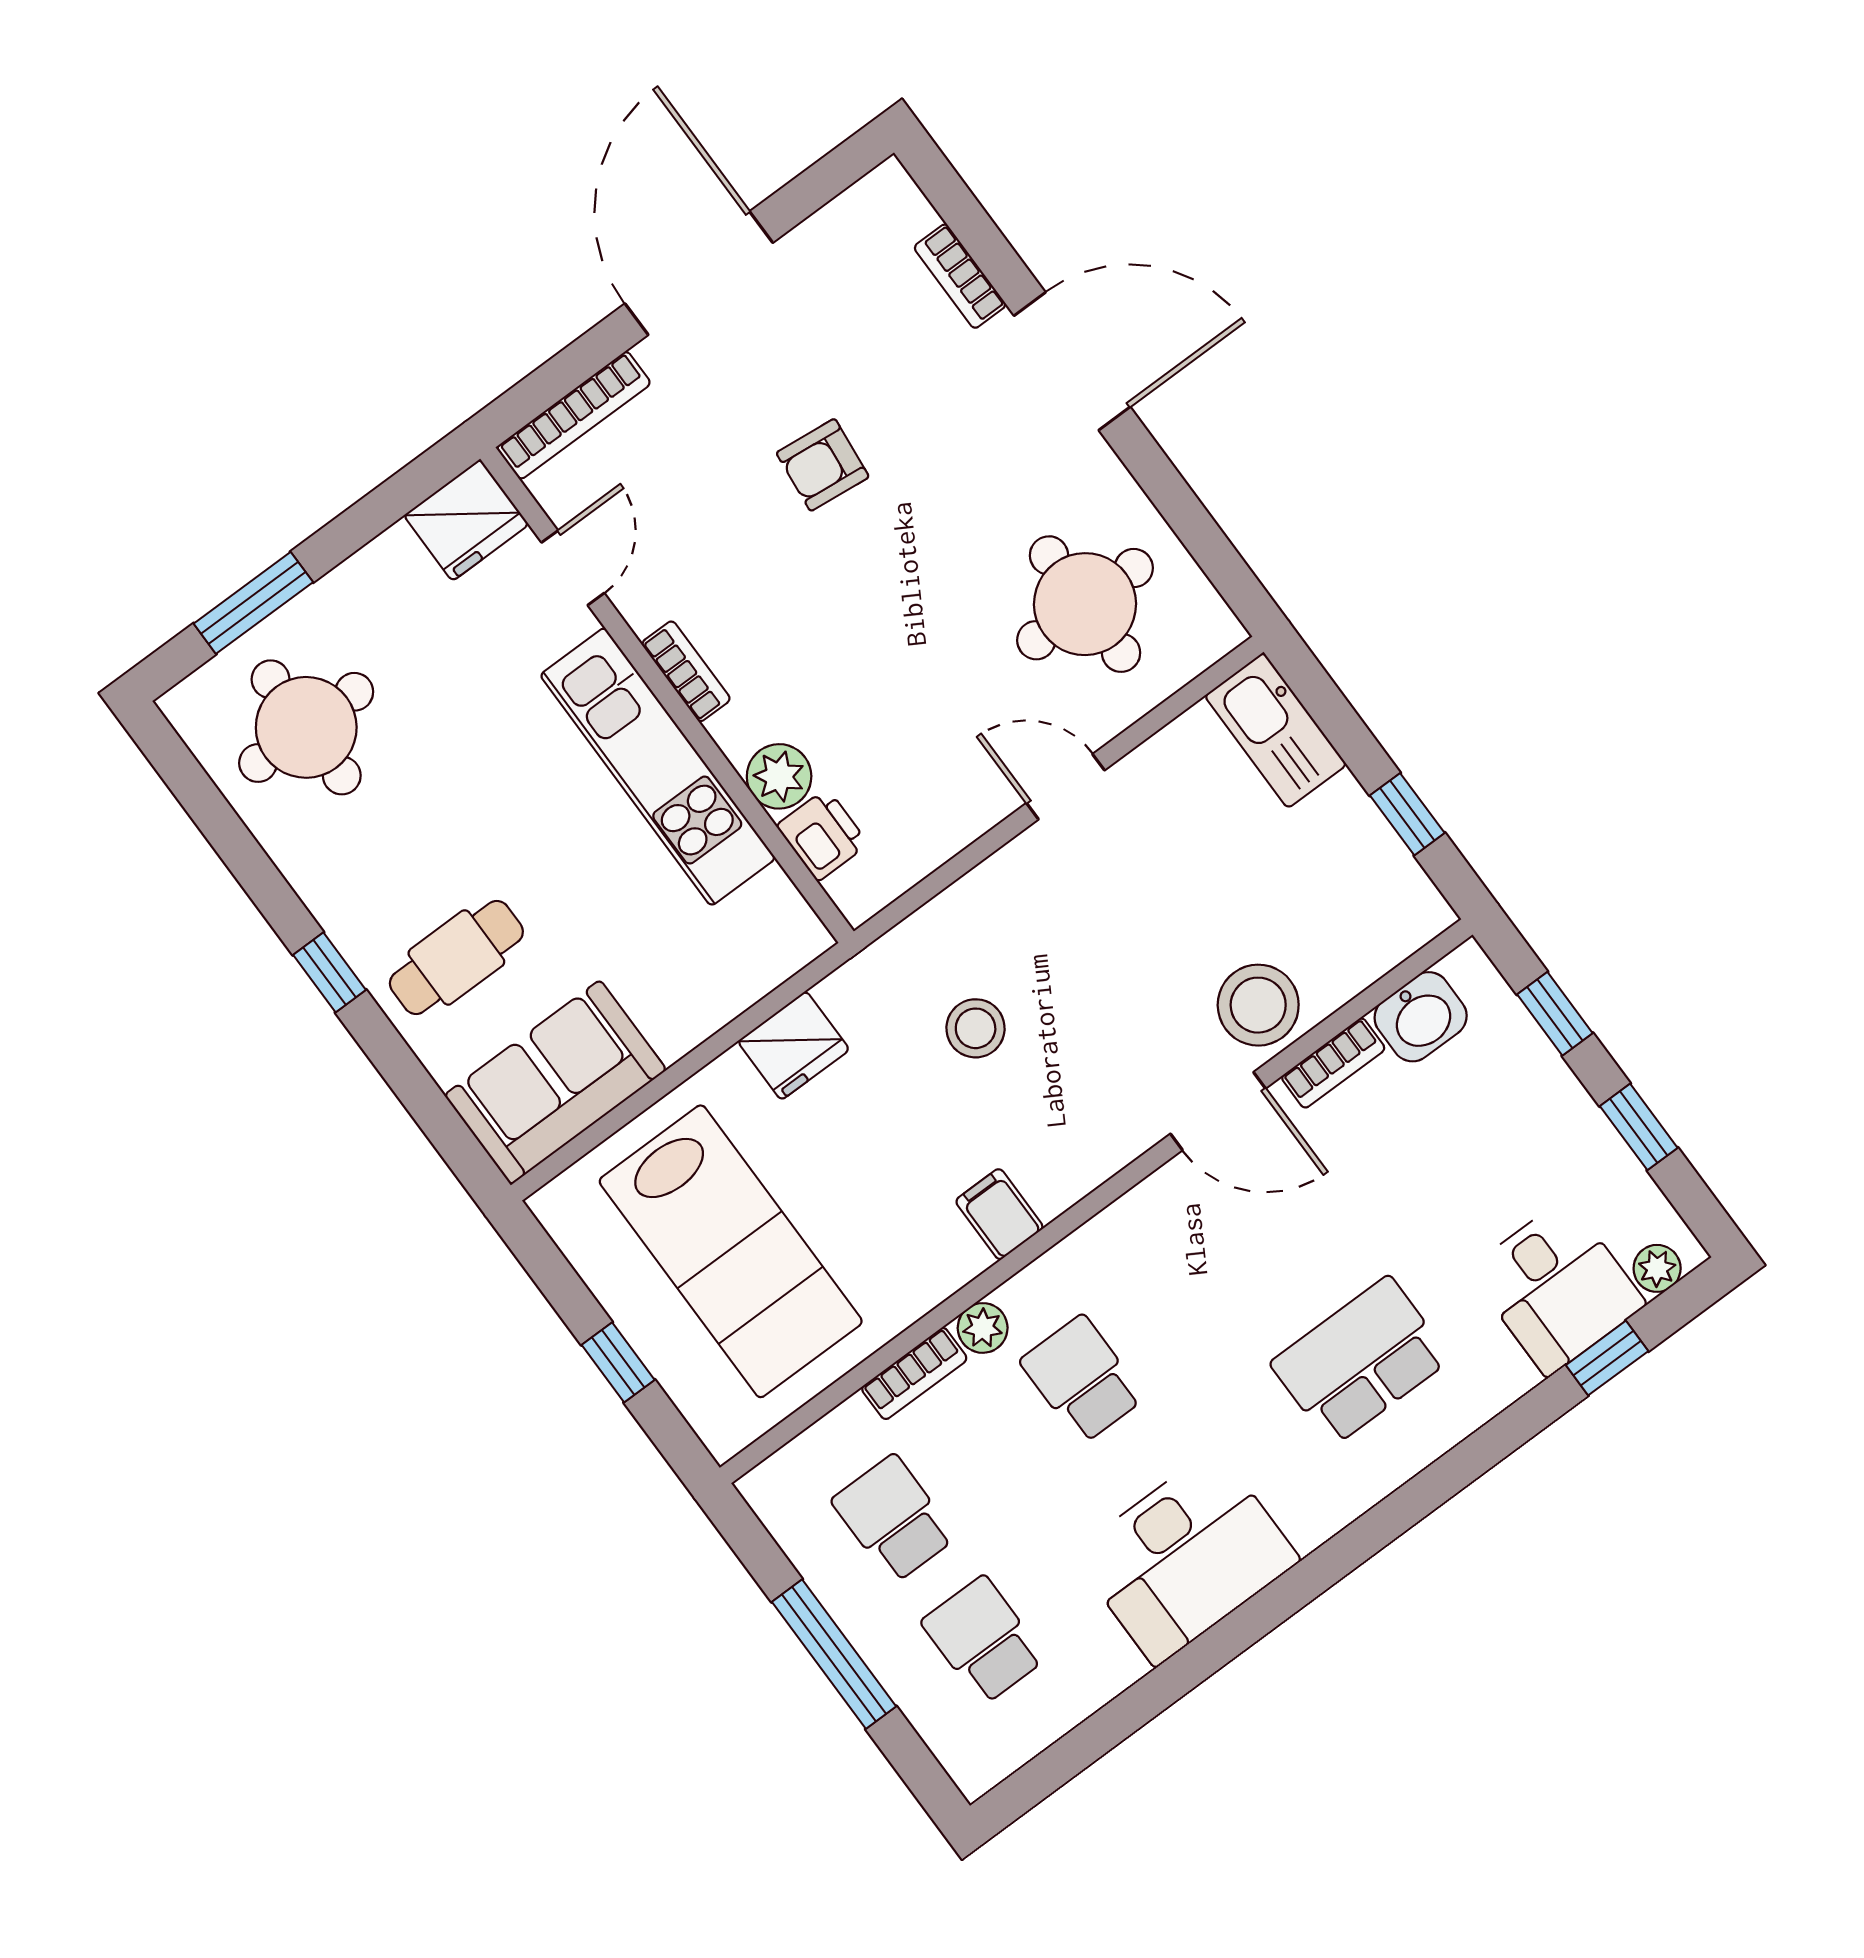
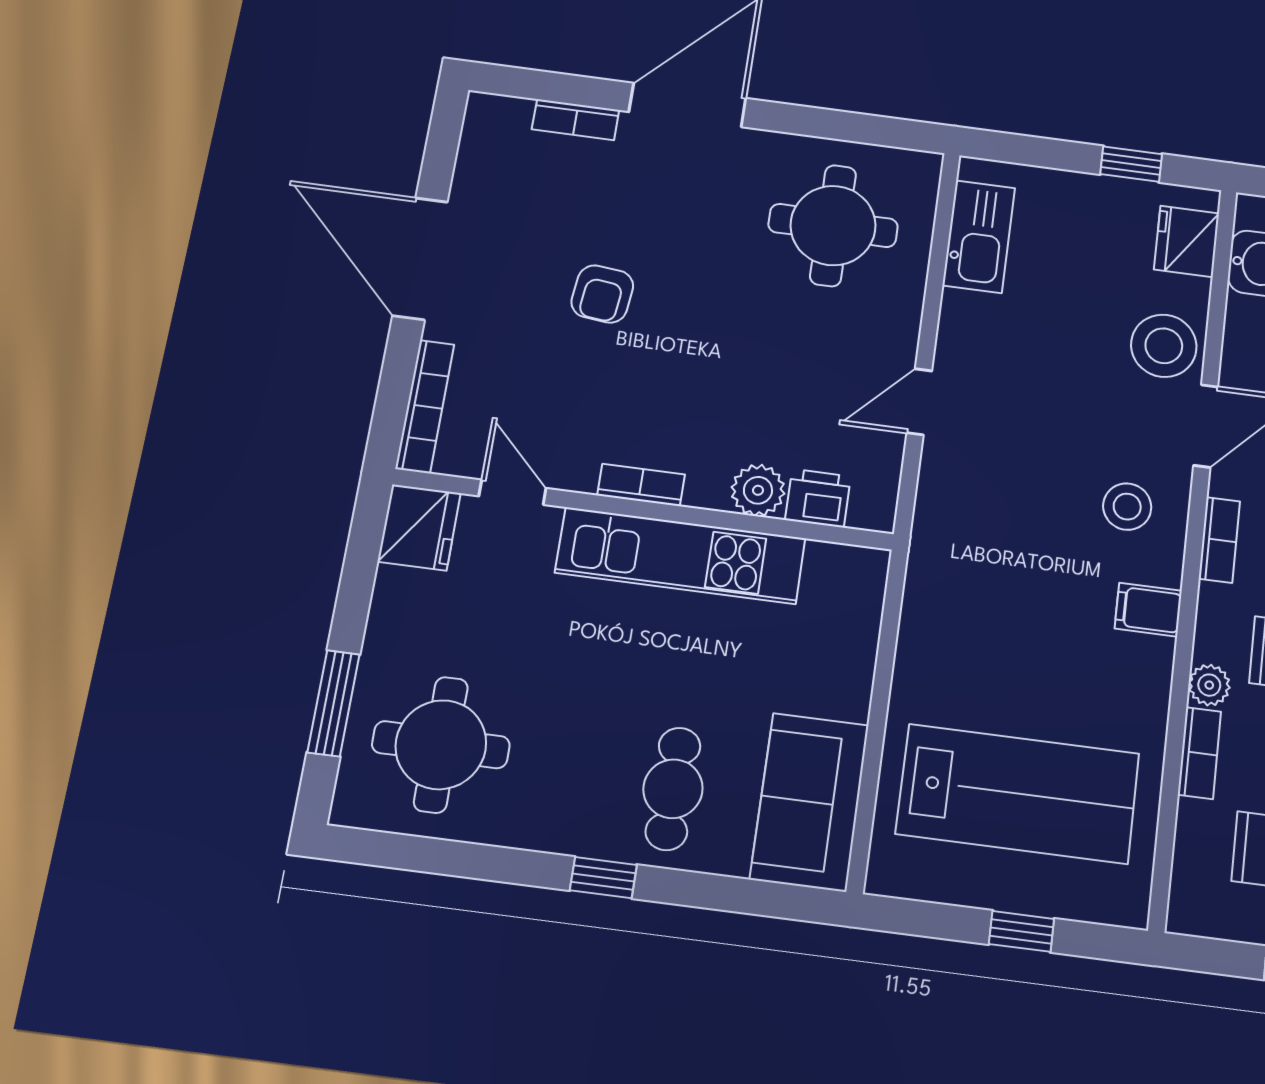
kitchen sink: (1276, 730) -> (979, 237), moved, turned -90
door: (1065, 787) -> (919, 402), moved
stool: (976, 1028) -> (1127, 507), moved
fridge: (794, 1046) -> (1187, 241), moved, turned 180
bookcase: (1333, 1063) -> (1219, 540), moved

